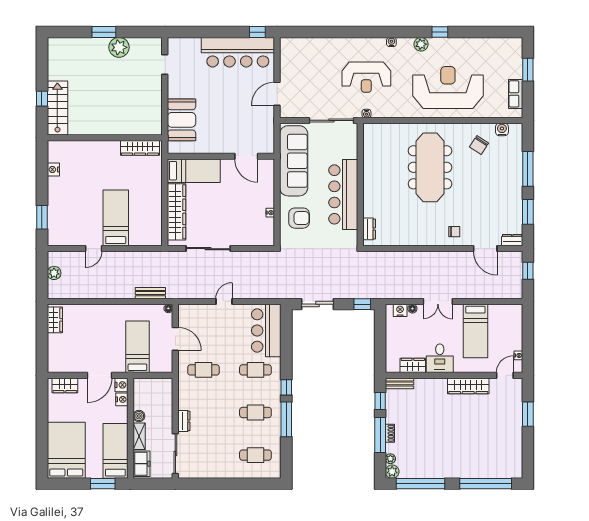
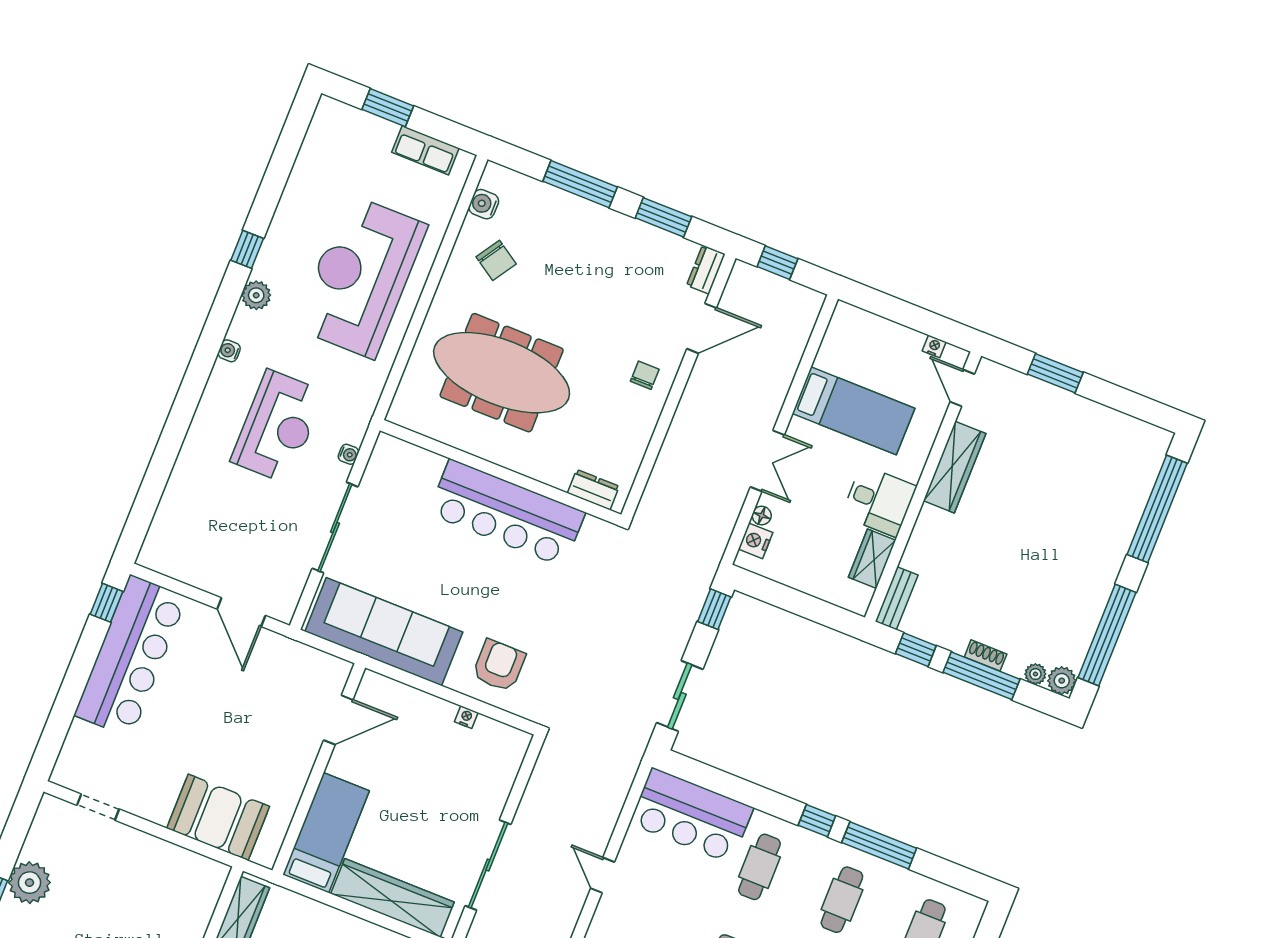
wall: (360, 185) -> (501, 472), moved
bar counter: (343, 194) -> (507, 513), moved
dresser: (369, 229) -> (593, 490), moved

